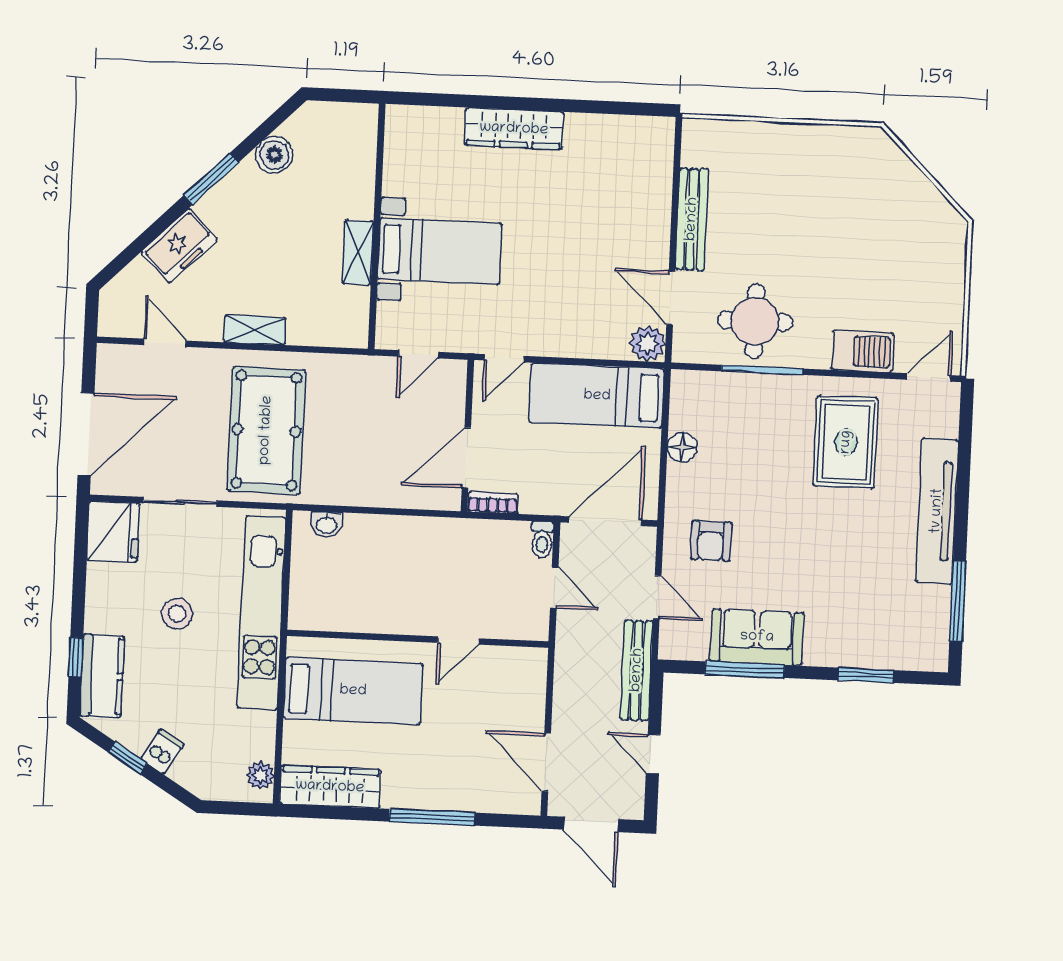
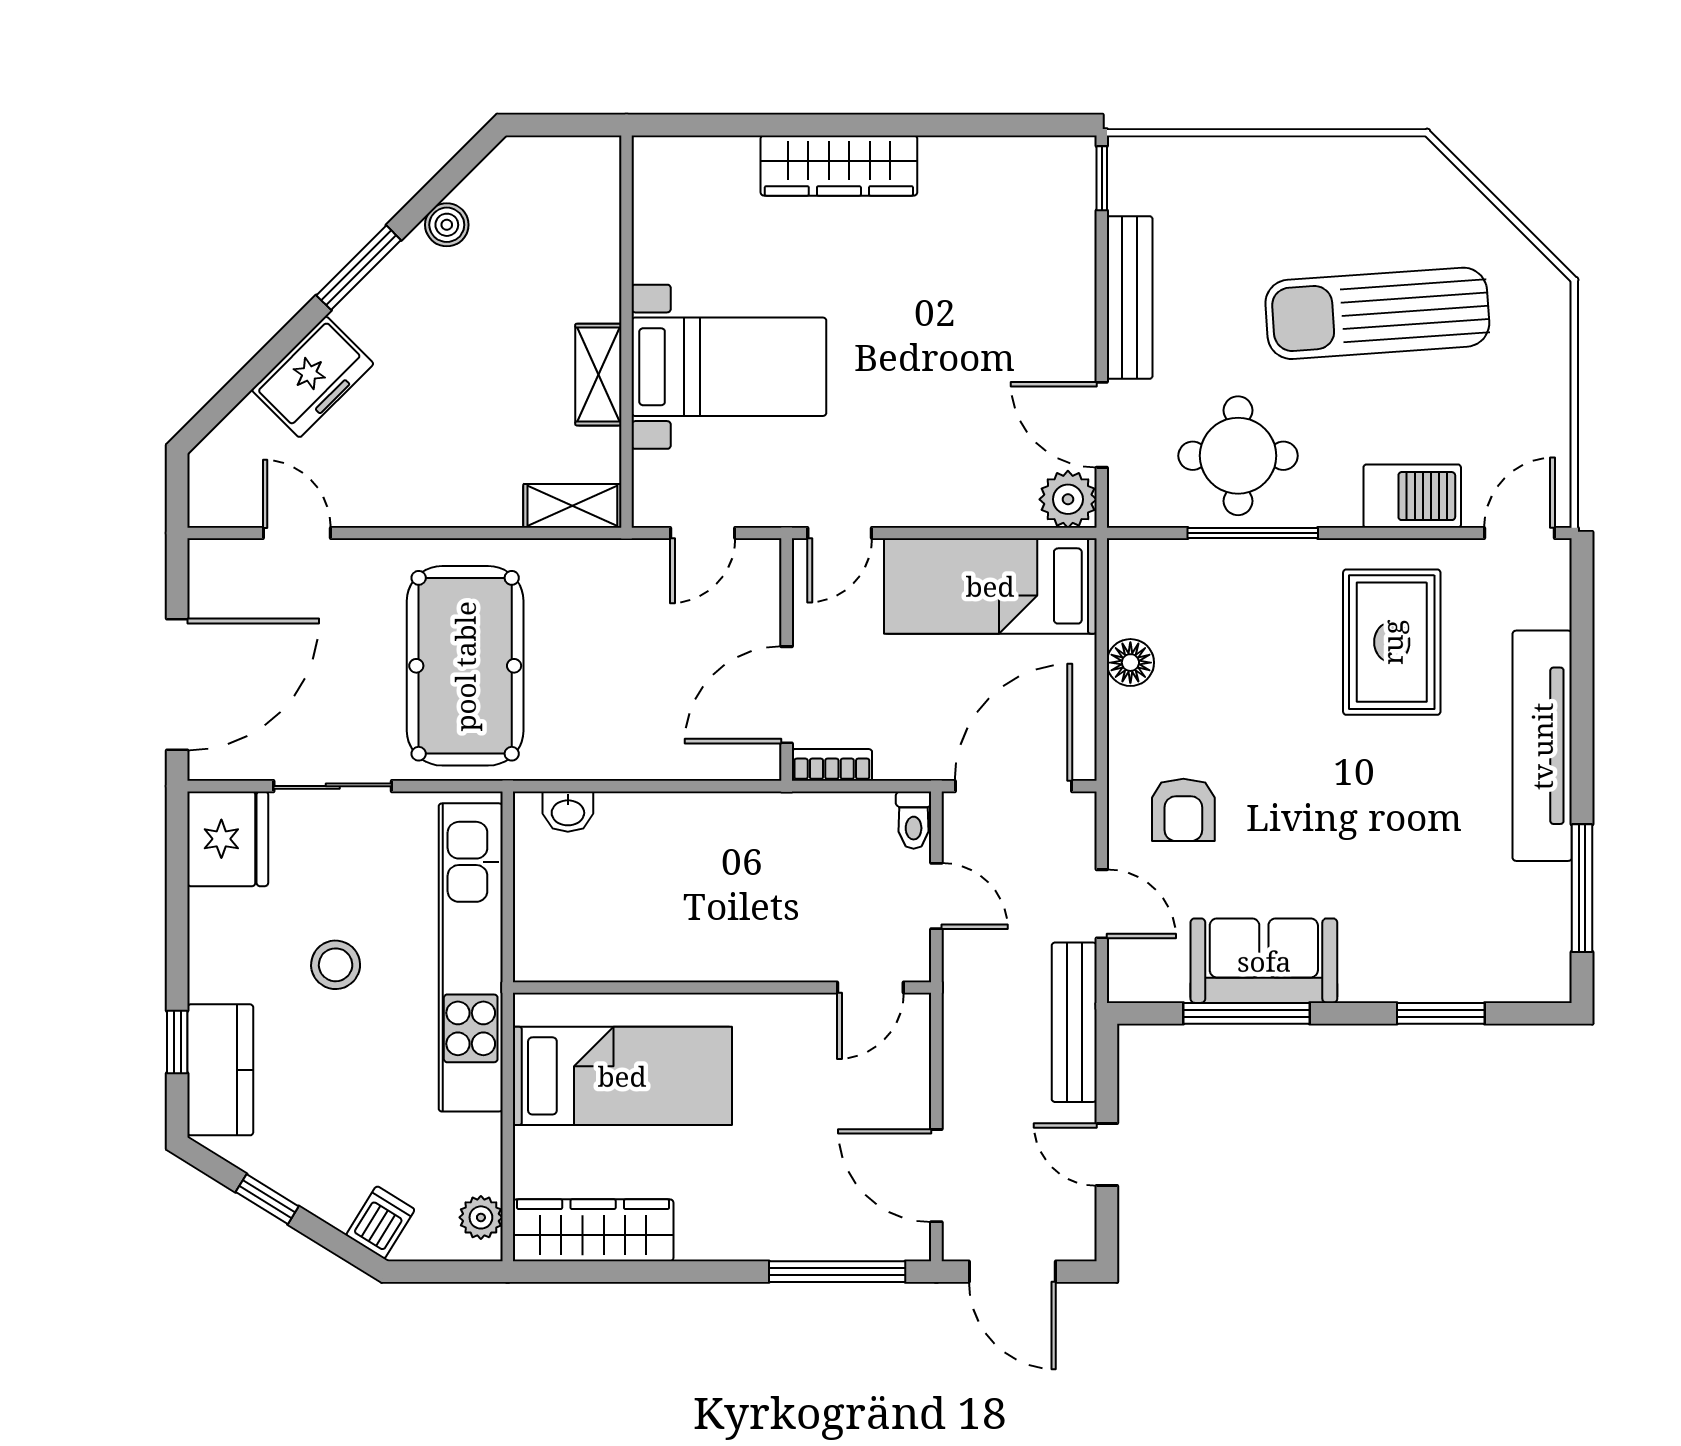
window: (678, 144) -> (1102, 178), added
boiler: (274, 155) -> (447, 225), width x0.73, depth x0.73
sun lounger: (846, 236) -> (1377, 313), added
shelving: (255, 330) -> (572, 506), moved
door: (458, 641) -> (870, 988), moved
dishwasher: (162, 752) -> (380, 1222), moved
window: (432, 817) -> (837, 1272), moved

